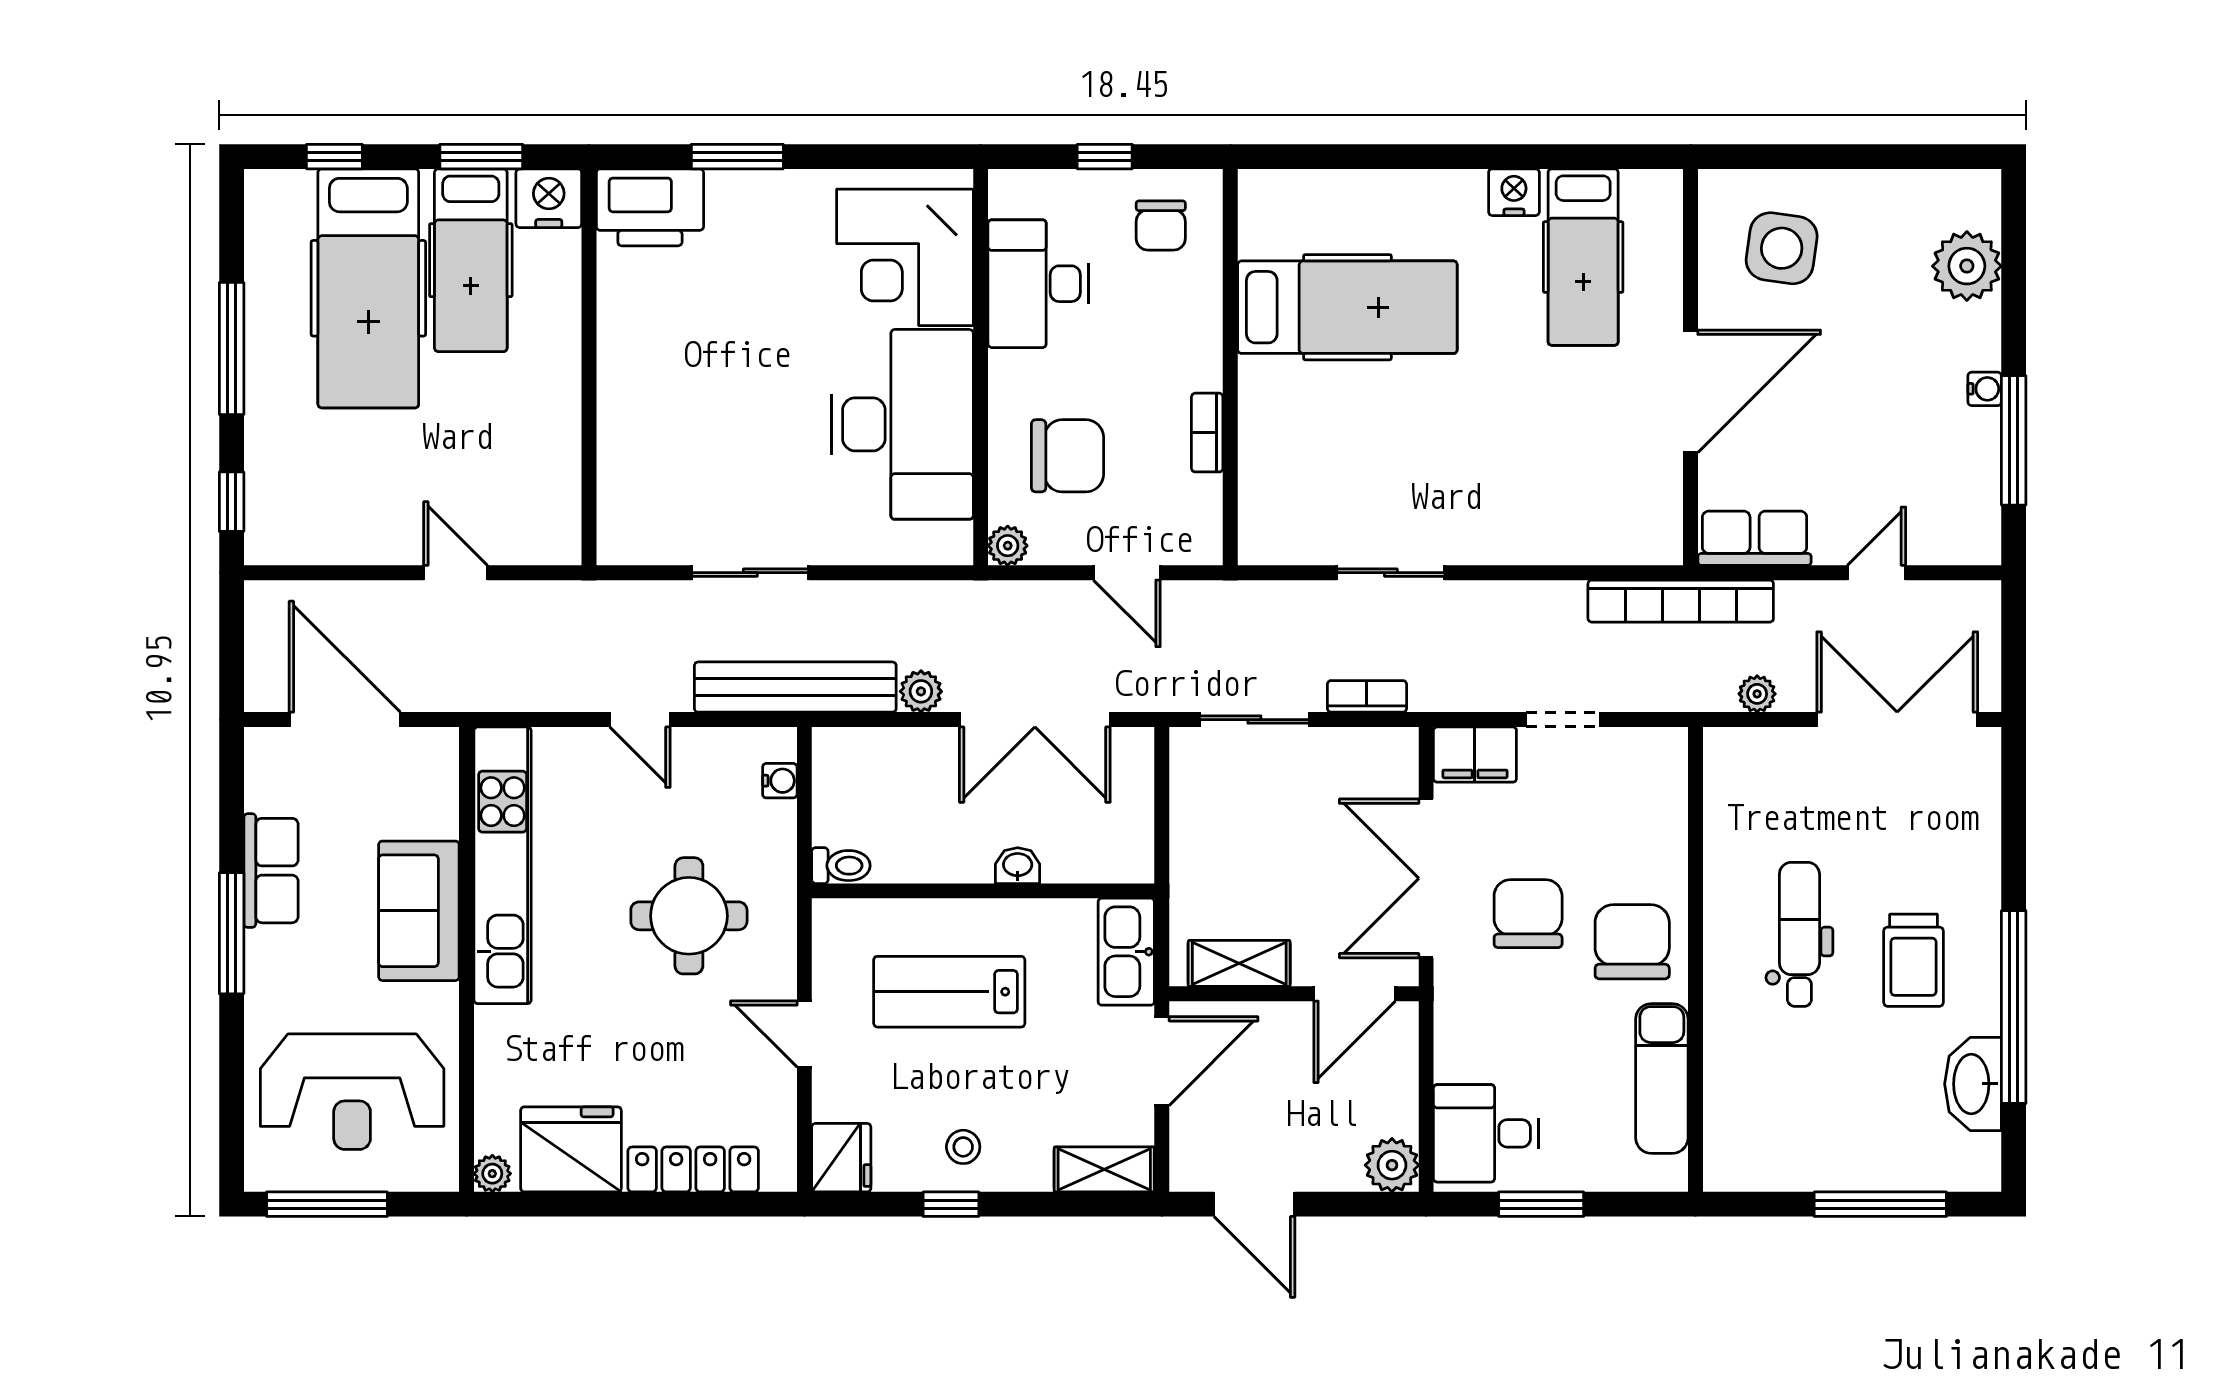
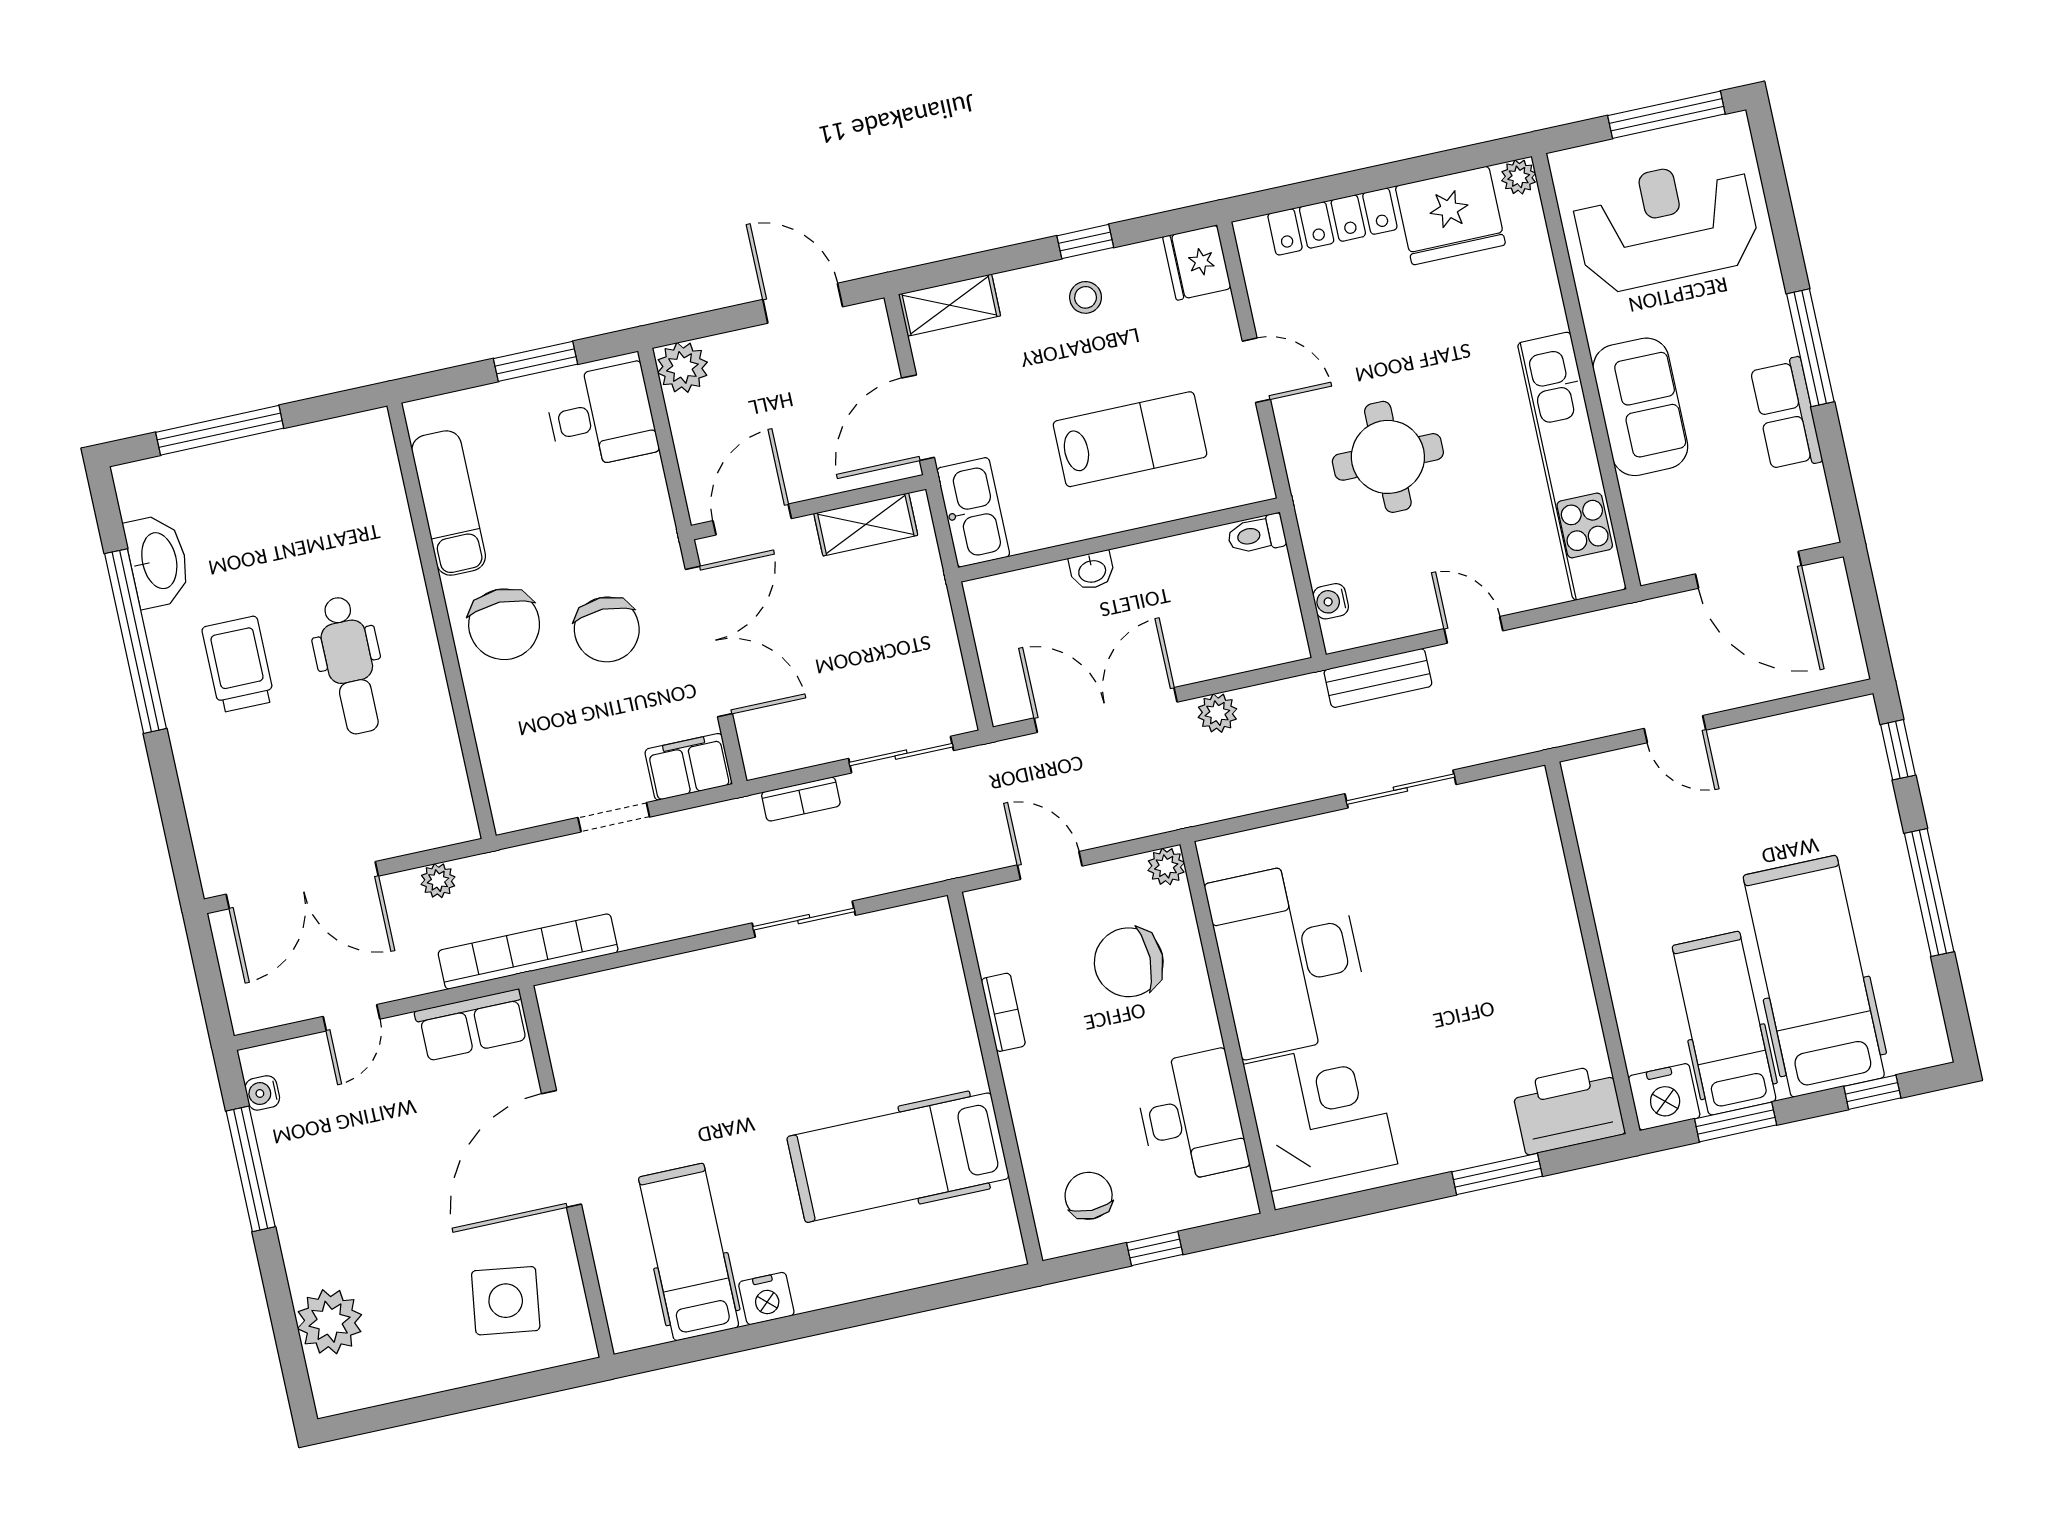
water cooler: (1985, 389) -> (262, 1093), moved
bench: (795, 687) -> (1378, 678), width x0.54, depth x0.82

